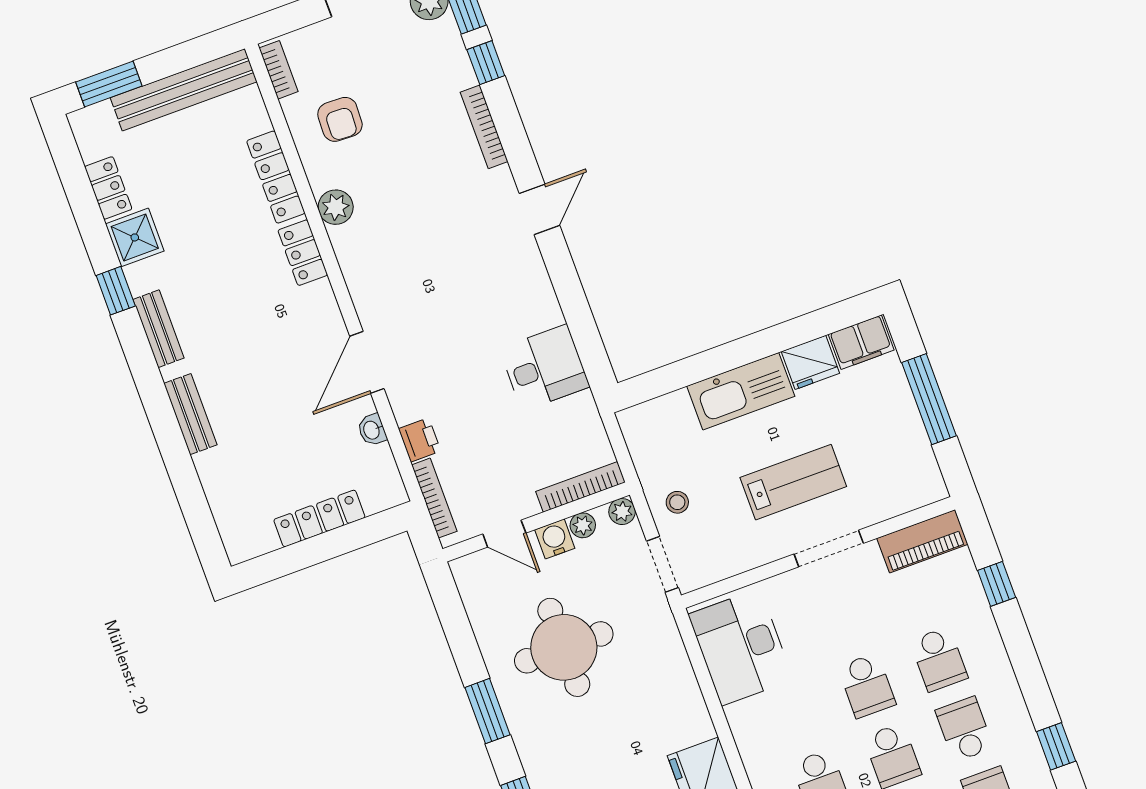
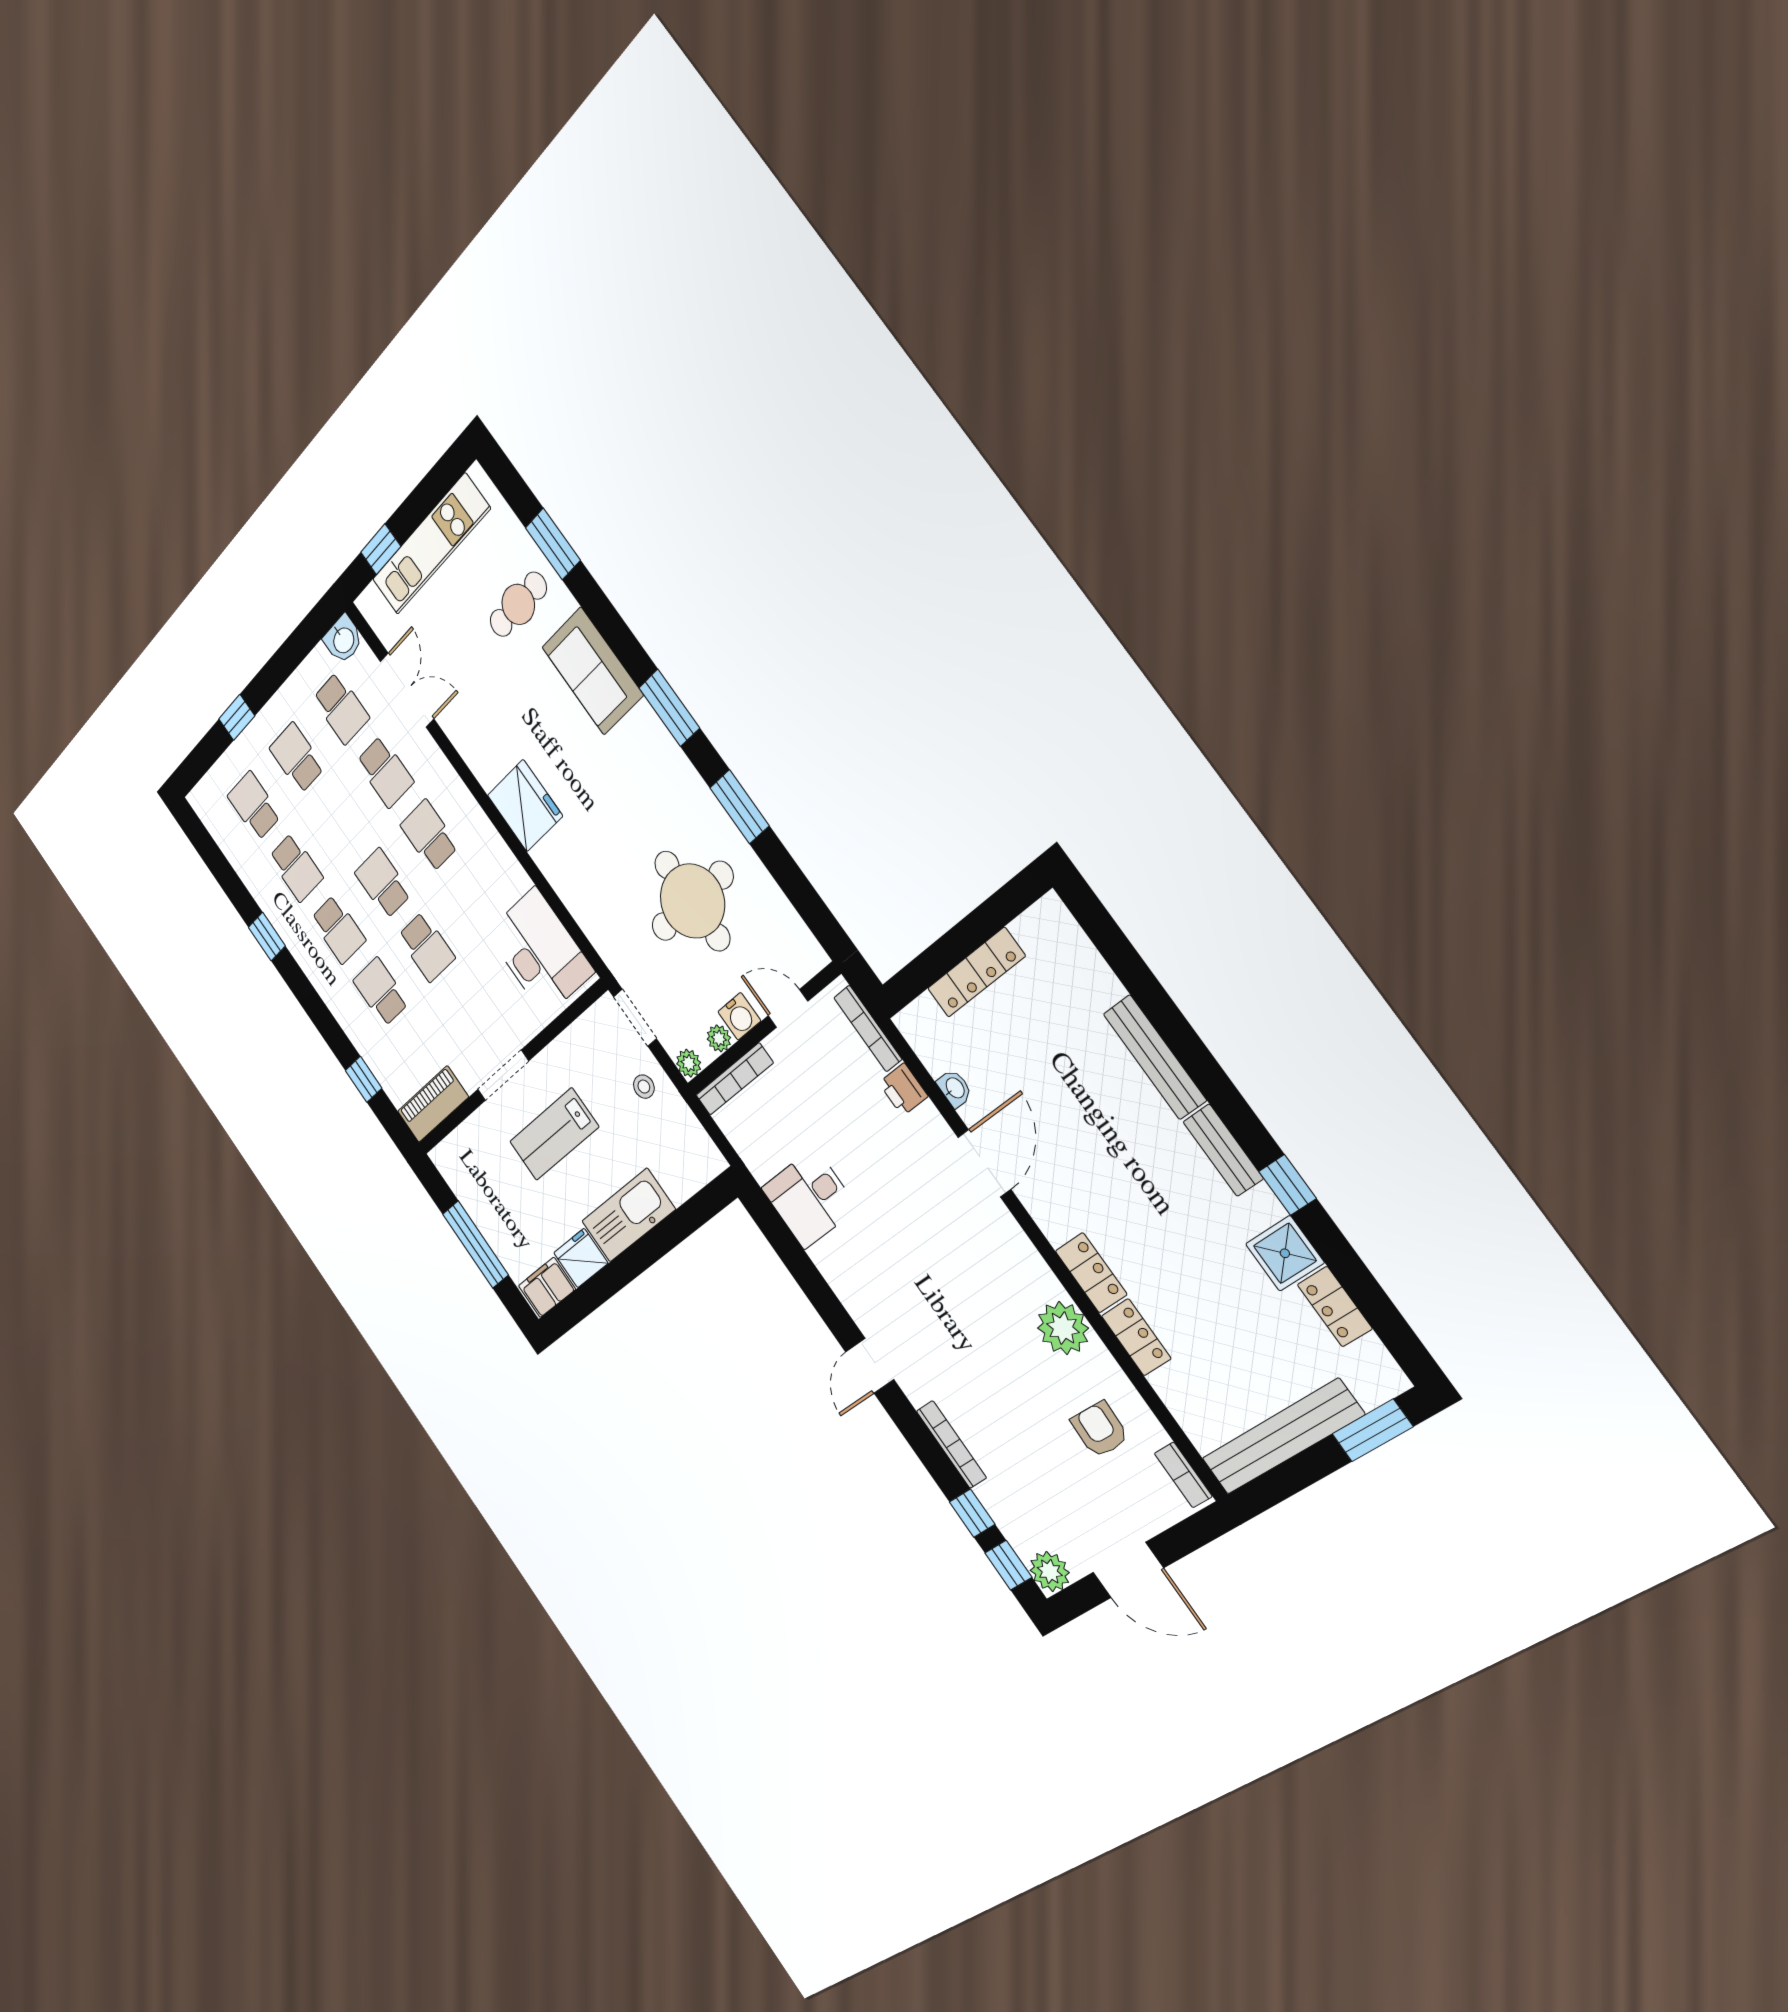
locker: (276, 177) -> (1136, 1337), width x0.66
plant: (336, 207) -> (1063, 1328), width x1.36, depth x1.36
bench: (190, 414) -> (1155, 1057), width x1.36
school desk: (867, 686) -> (426, 947), turned 180

